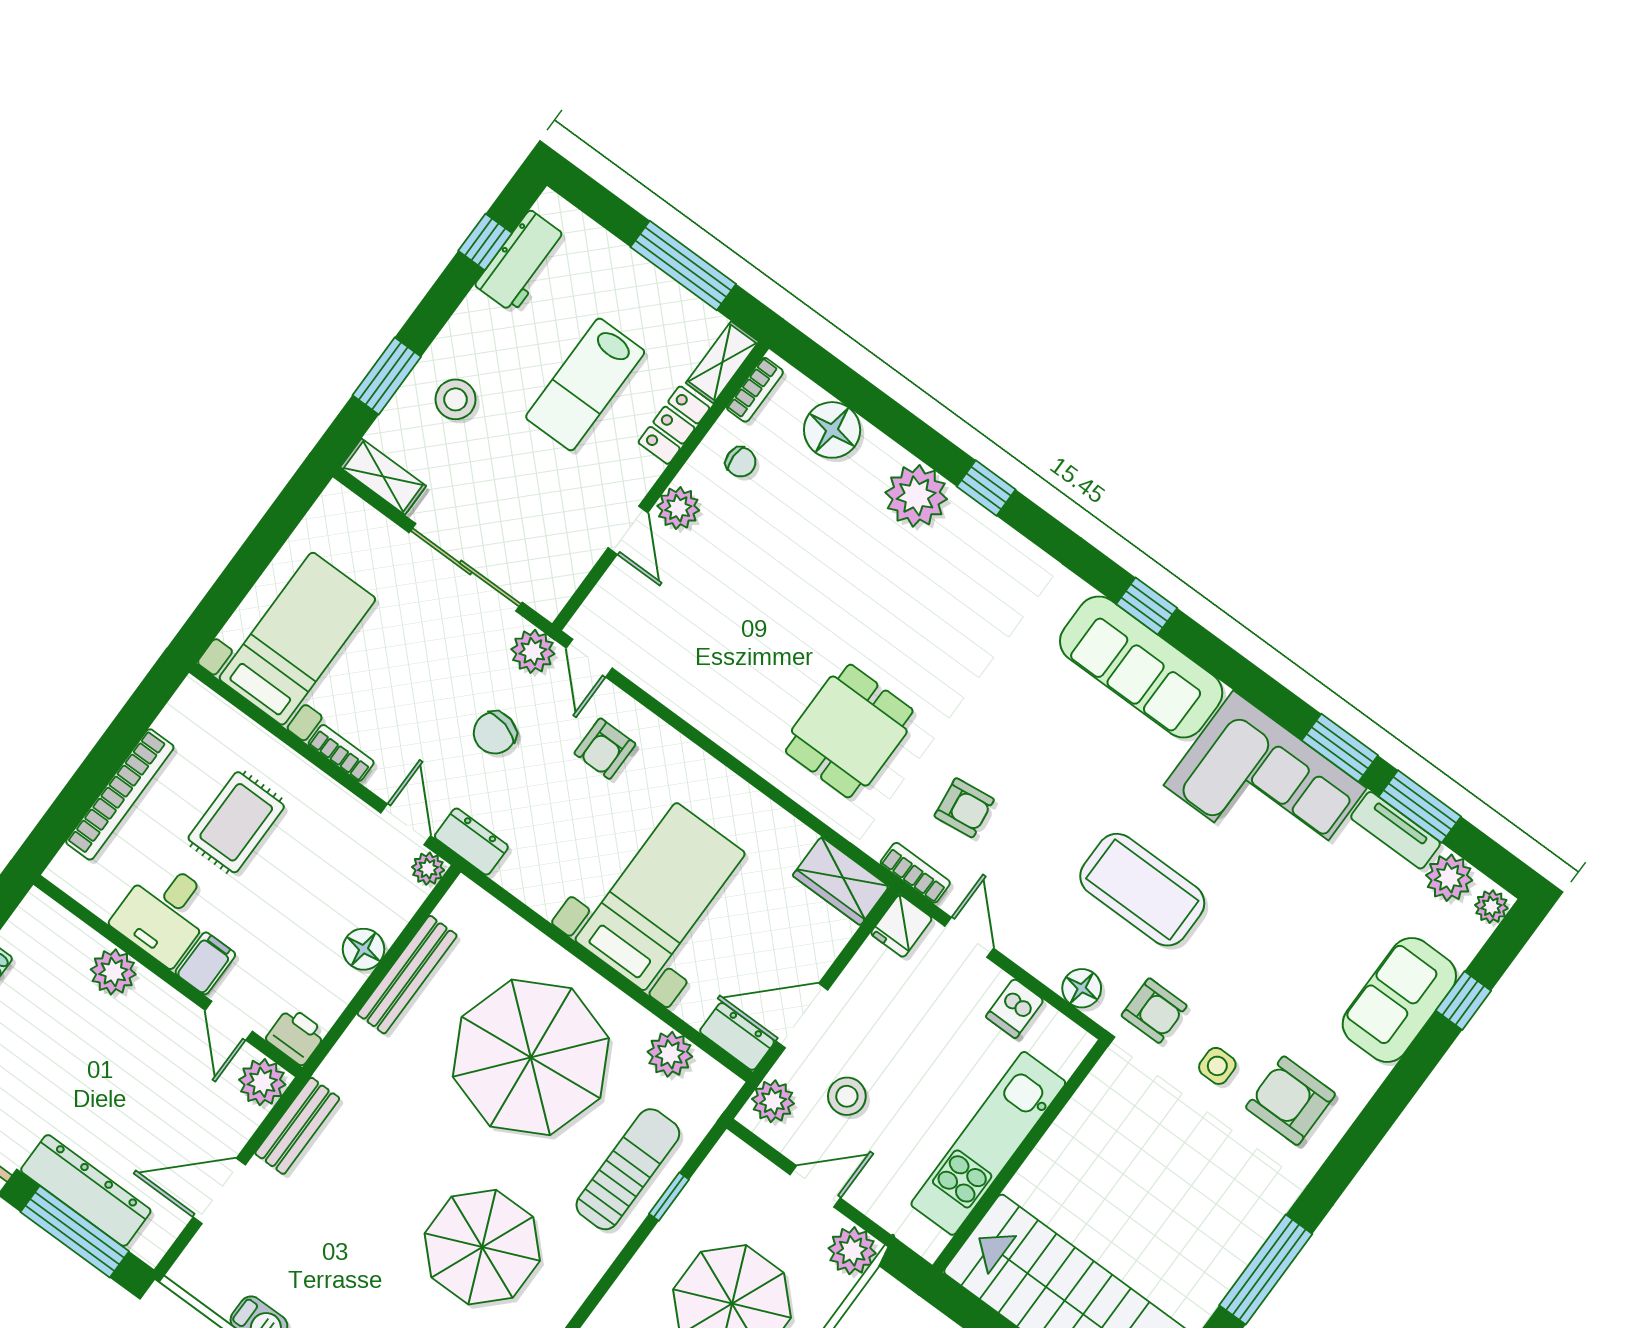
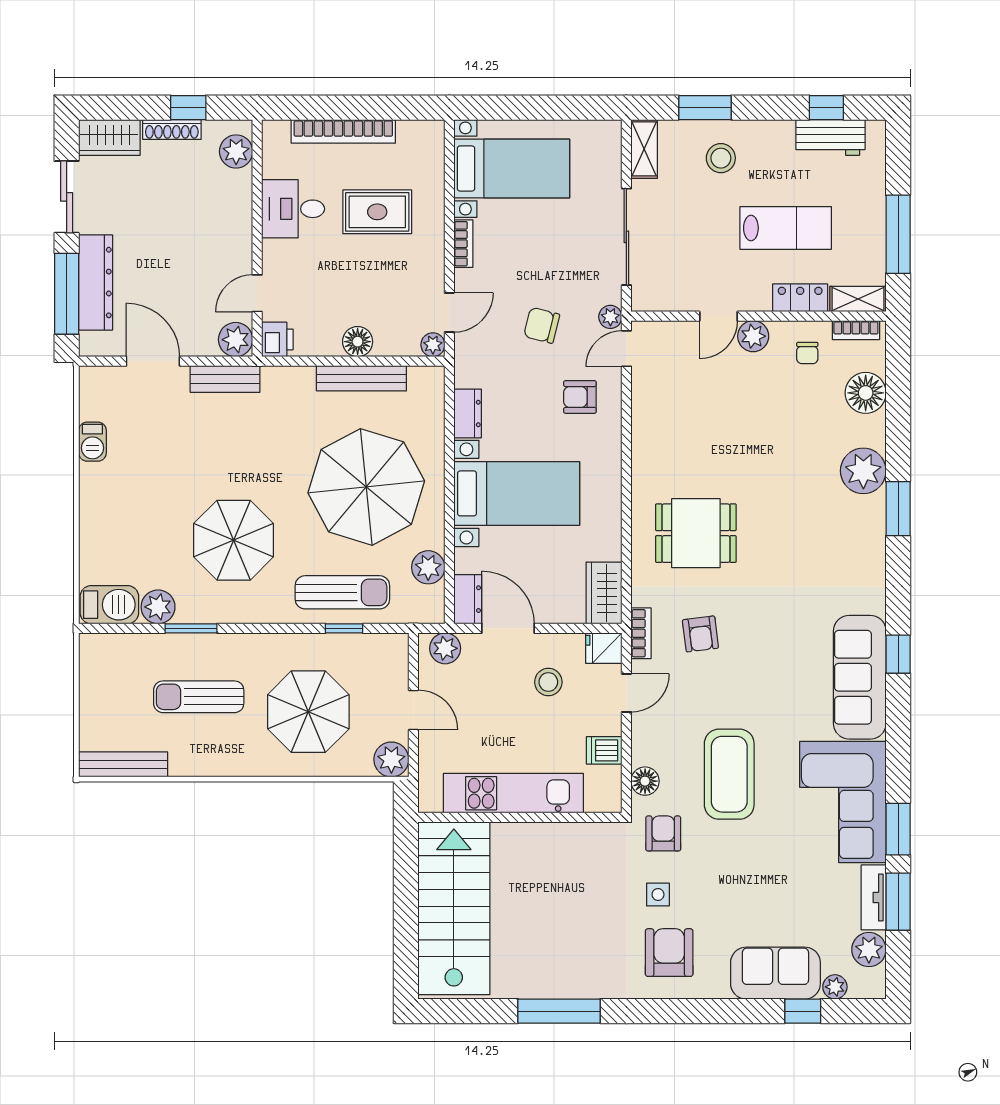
lab bench: (585, 384) -> (786, 228), turned 180
window: (986, 488) -> (898, 509), width x1.50
plant: (533, 651) -> (610, 317), width x0.73, depth x0.73
dresser: (471, 842) -> (468, 413), moved
plant: (1491, 907) -> (835, 987), moved
filing cabinet: (205, 963) -> (281, 255), removed
plant: (113, 972) -> (236, 151), moved
armchair: (1154, 1011) -> (663, 833), turned 180
stool: (847, 1096) -> (548, 682), moved

